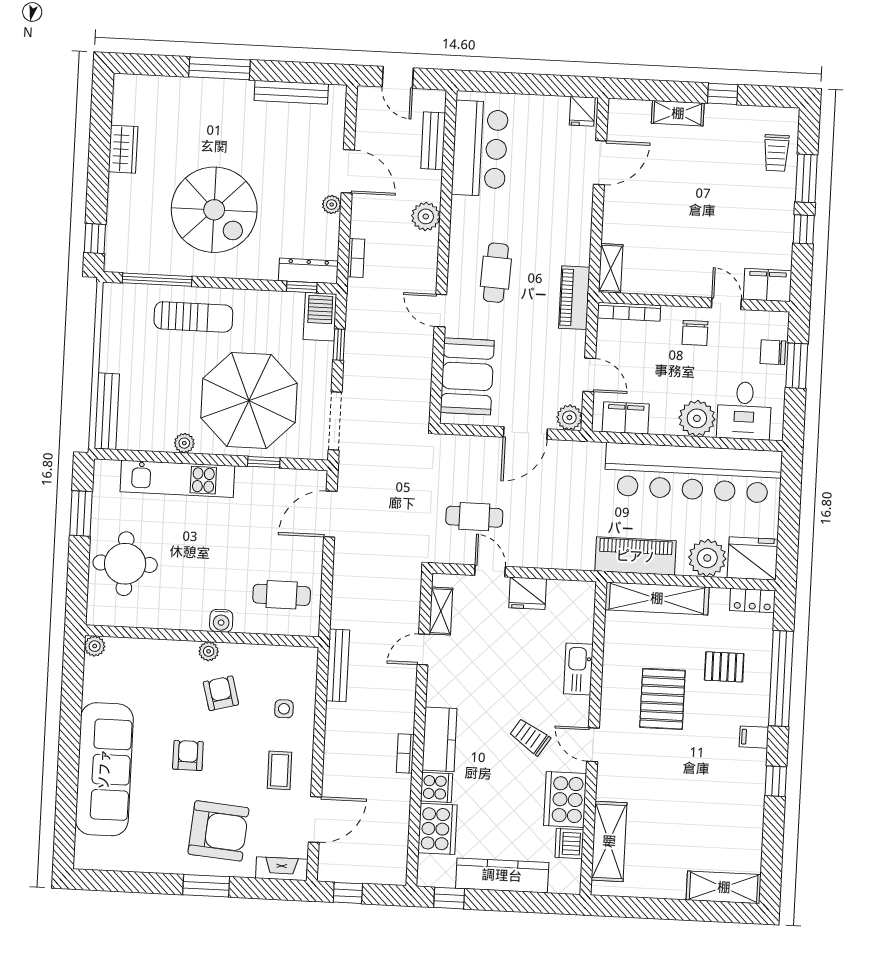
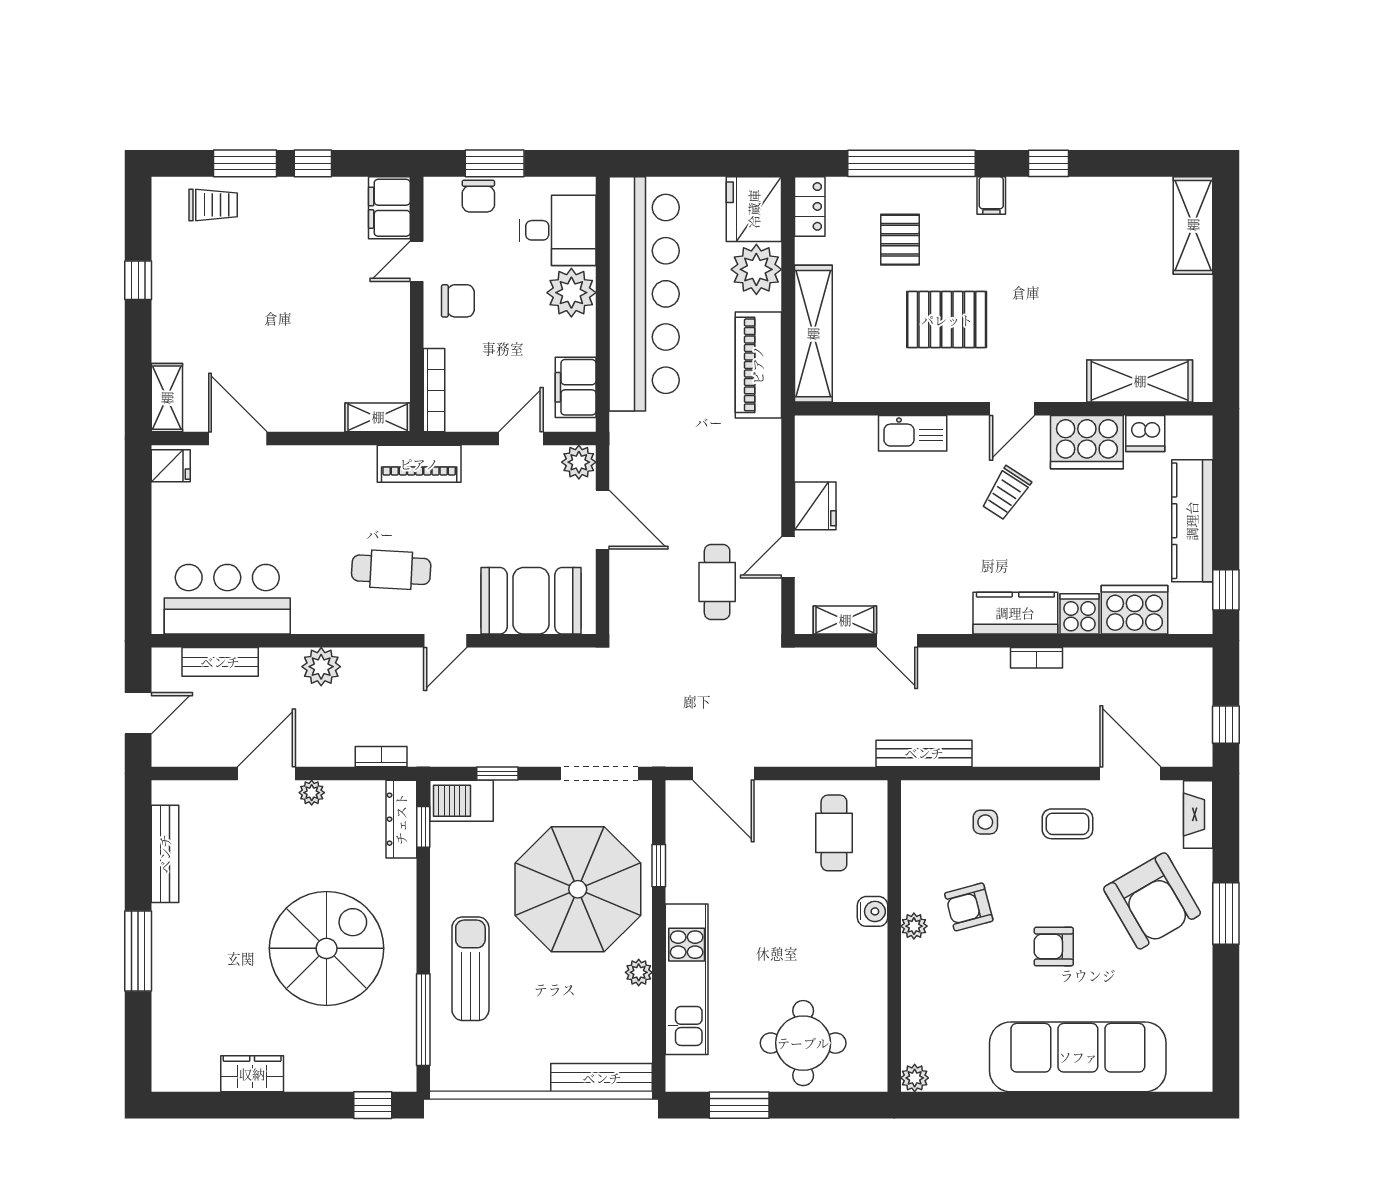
shelving: (678, 113) -> (167, 398), moved
armchair: (218, 831) -> (1152, 901), turned 145

